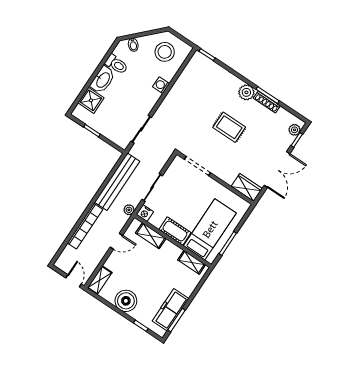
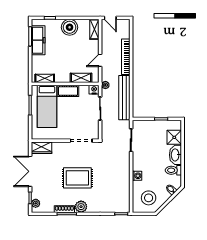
rug: (229, 127) -> (77, 178), width x1.36, depth x1.43

